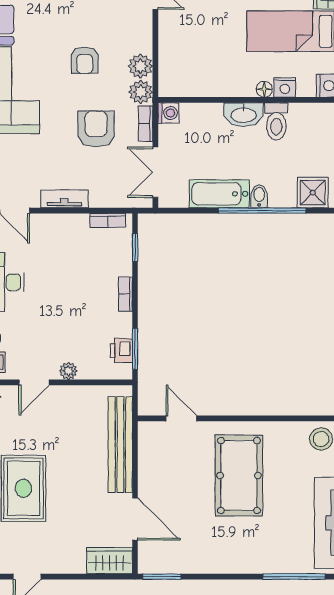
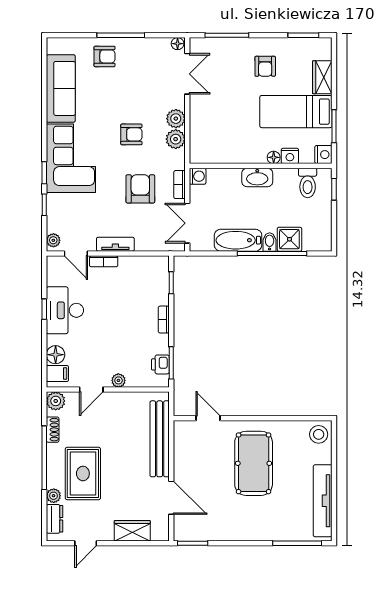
armchair: (85, 60) -> (131, 134), turned -90
plant: (141, 92) -> (176, 119), moved
toilet: (276, 121) -> (308, 183), moved
shower: (313, 193) -> (289, 239), moved
bookcase: (108, 220) -> (104, 261), moved
wardrobe: (110, 561) -> (132, 531), moved

